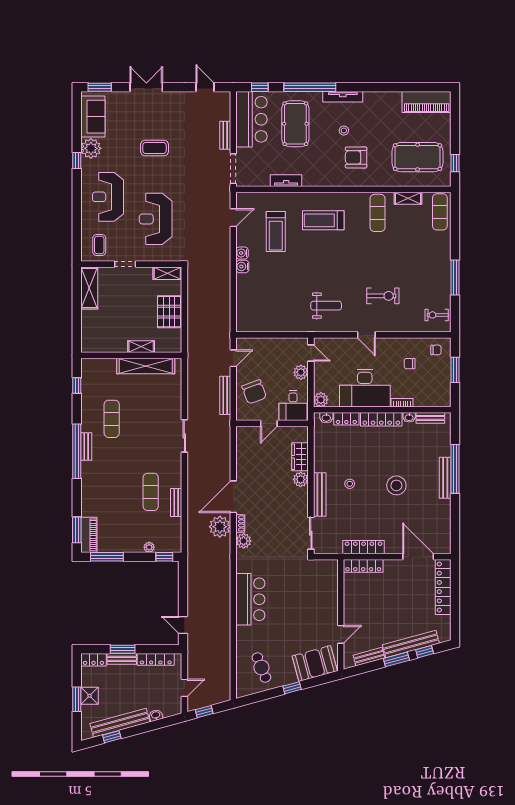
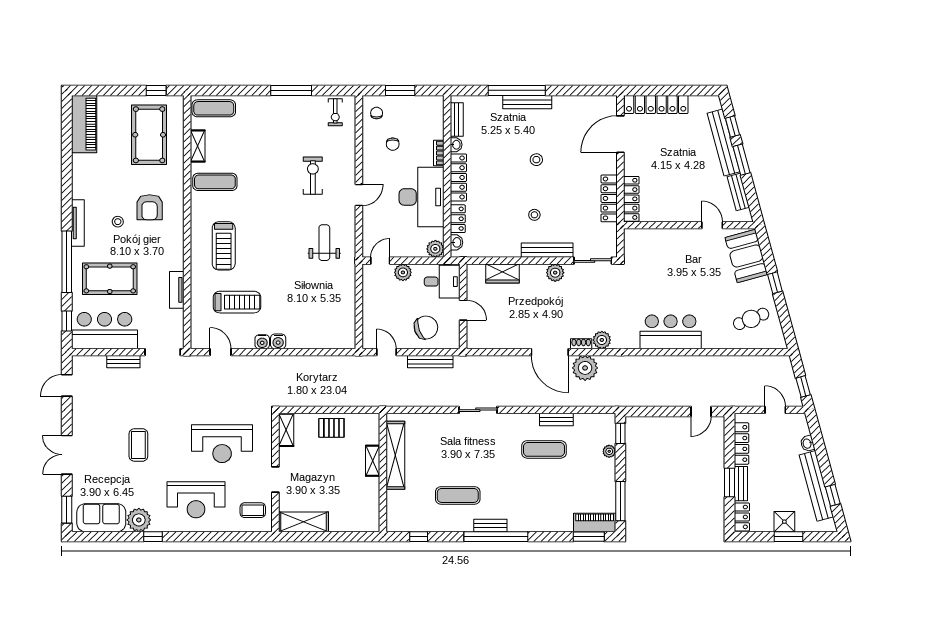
pallet: (169, 312) -> (331, 428), width x0.67, depth x0.71
plant: (301, 479) -> (555, 273), moved
stool: (396, 485) -> (536, 160), width x0.53, depth x0.53

